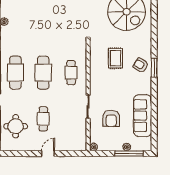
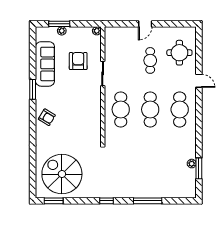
rug: (115, 58) -> (74, 125), removed
window: (154, 68) -> (33, 89), moved
cafe table: (71, 73) -> (121, 109), width x1.37, depth x1.35
window: (129, 154) -> (59, 24), width x0.69

